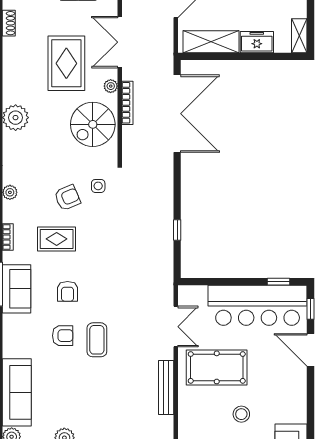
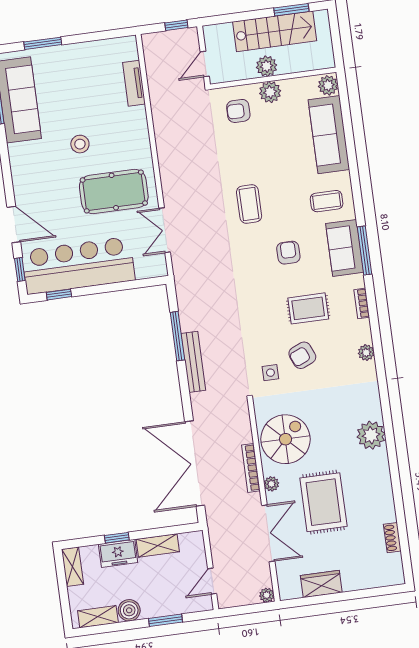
shelving: (211, 42) -> (158, 545), width x0.67, depth x0.75
window: (256, 56) -> (117, 538), added
window: (177, 230) -> (177, 336), width x2.17
coffee table: (27, 333) -> (327, 201), added
armchair: (63, 336) -> (238, 111), moved
bench: (166, 387) -> (193, 362), moved

